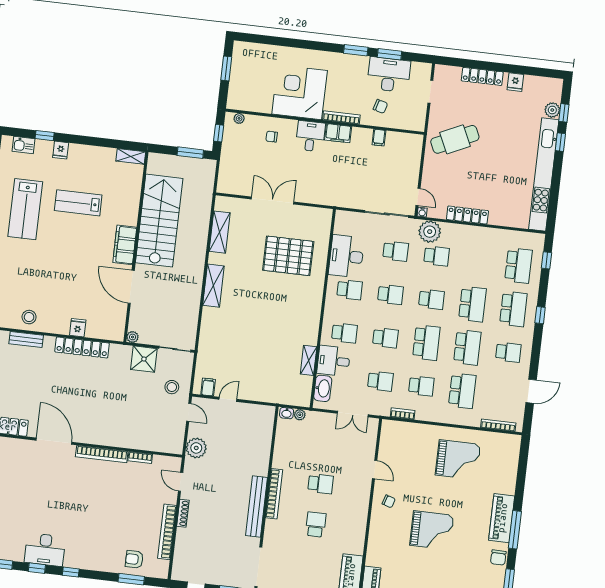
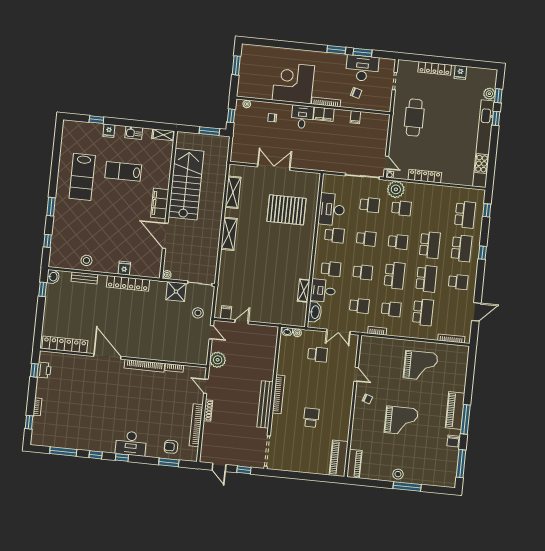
cafe table: (455, 139) -> (414, 118), turned -65
kitchen sink: (23, 145) -> (134, 133), moved
school desk: (321, 484) -> (318, 354), moved
desk: (45, 550) -> (131, 443), moved

